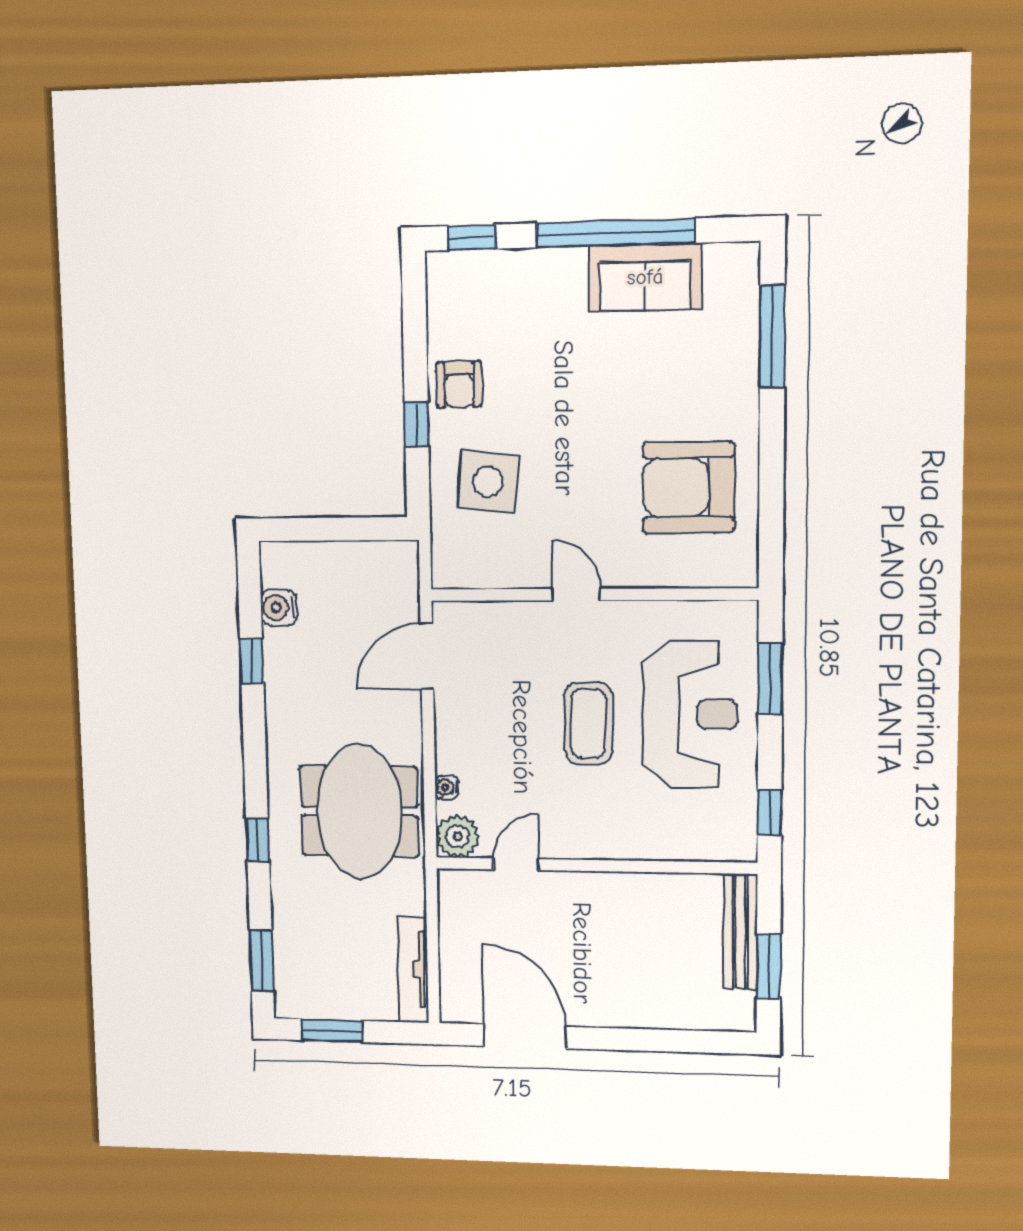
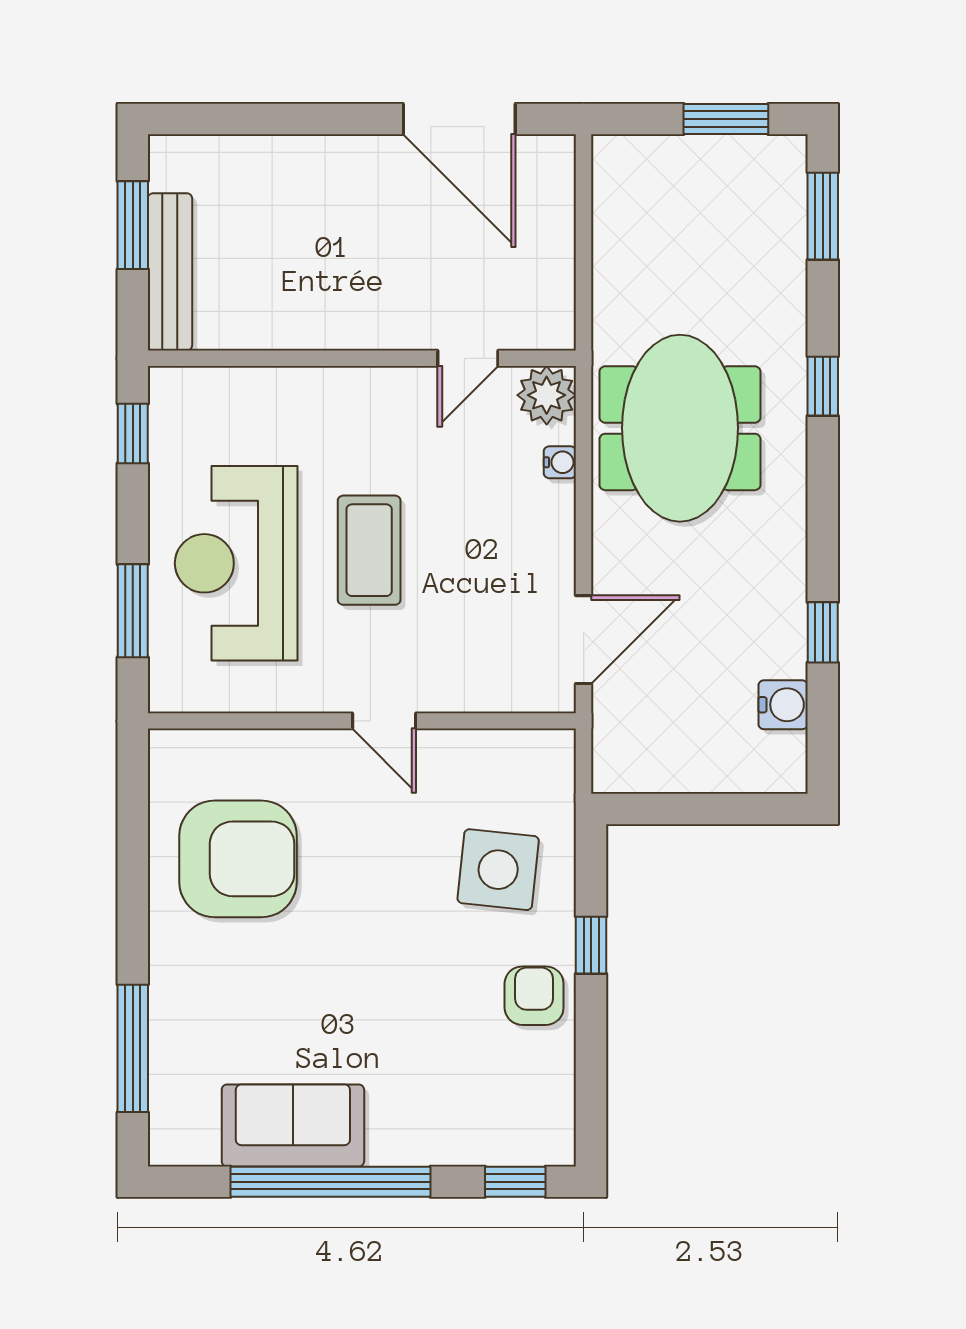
tv unit: (413, 970) -> (611, 209), removed

